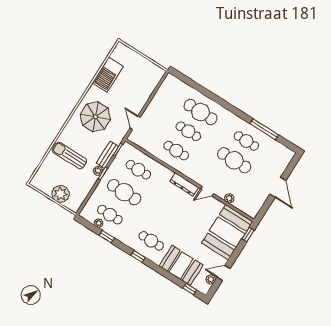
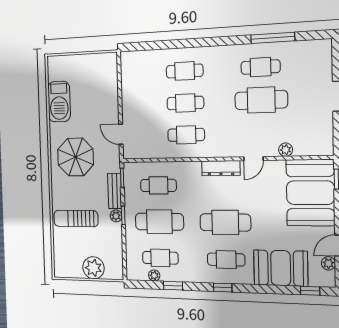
cafe table: (201, 112) -> (185, 71), width x0.73, depth x0.74
cafe table: (165, 218) -> (225, 222), added

